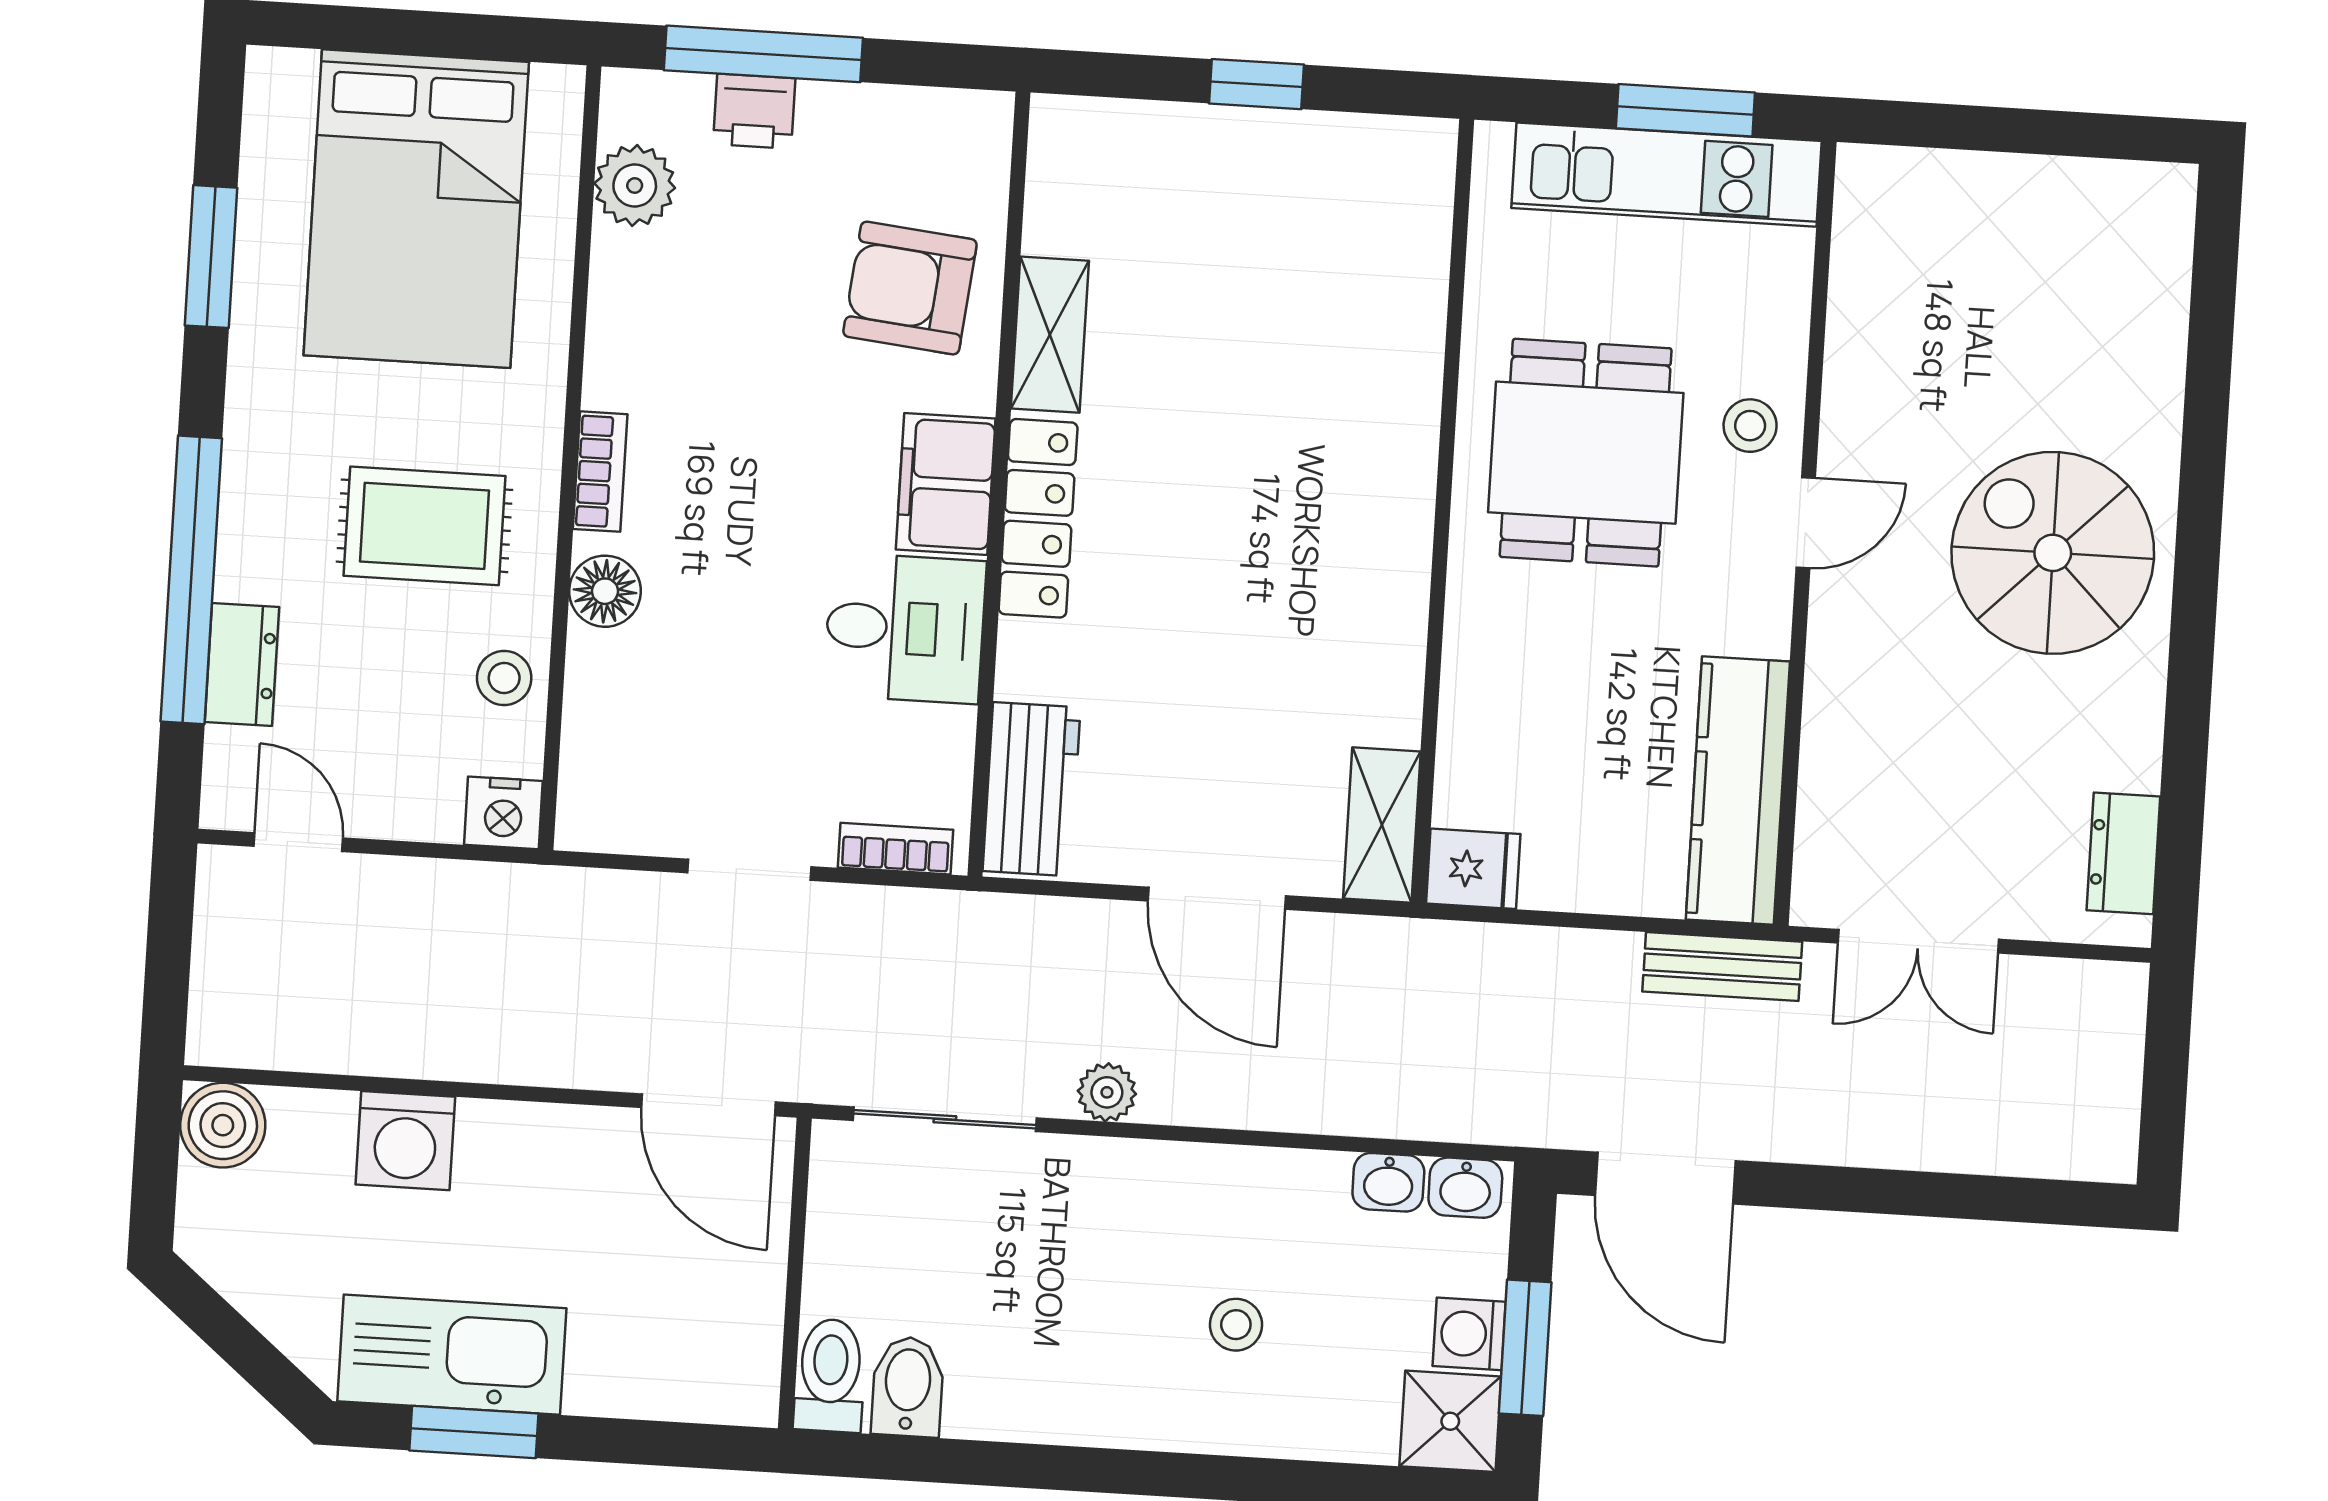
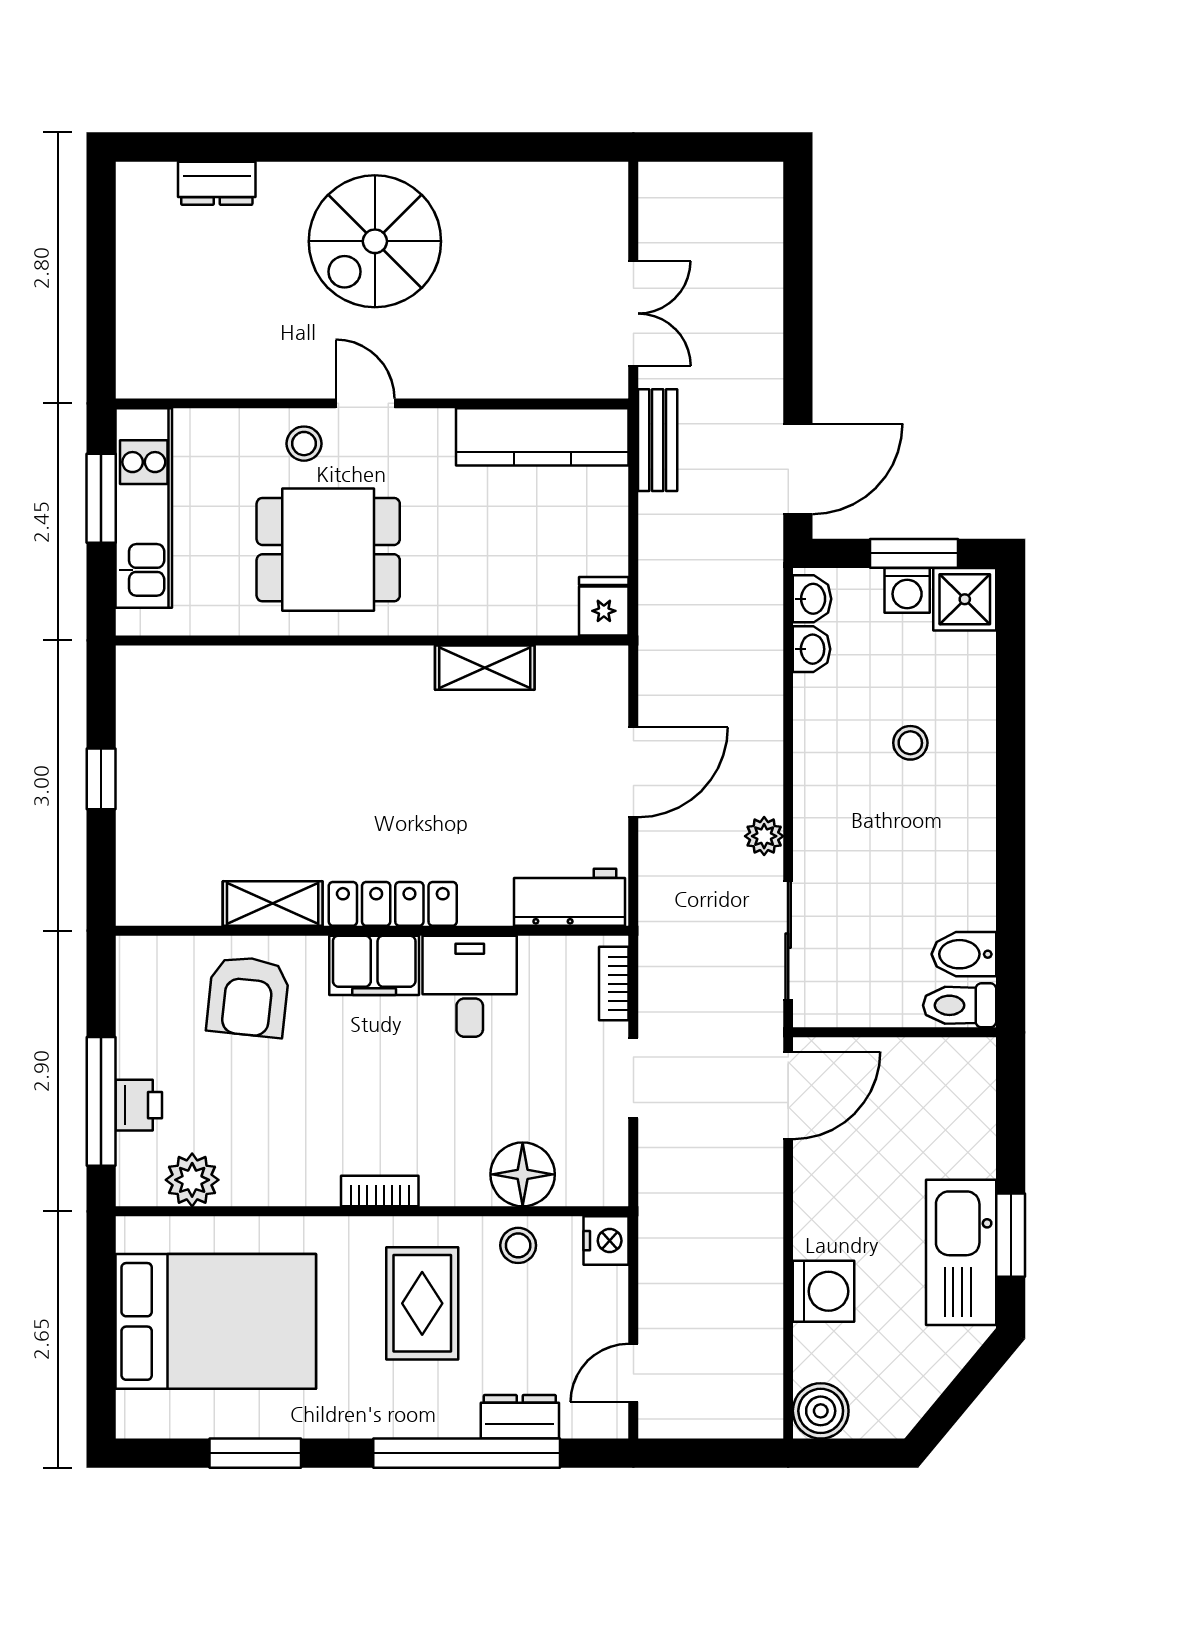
floor lamp: (605, 591) -> (523, 1174), moved, width x1.38, depth x1.38
shelving: (1382, 825) -> (485, 668), moved
dresser: (2123, 853) -> (217, 183), moved

